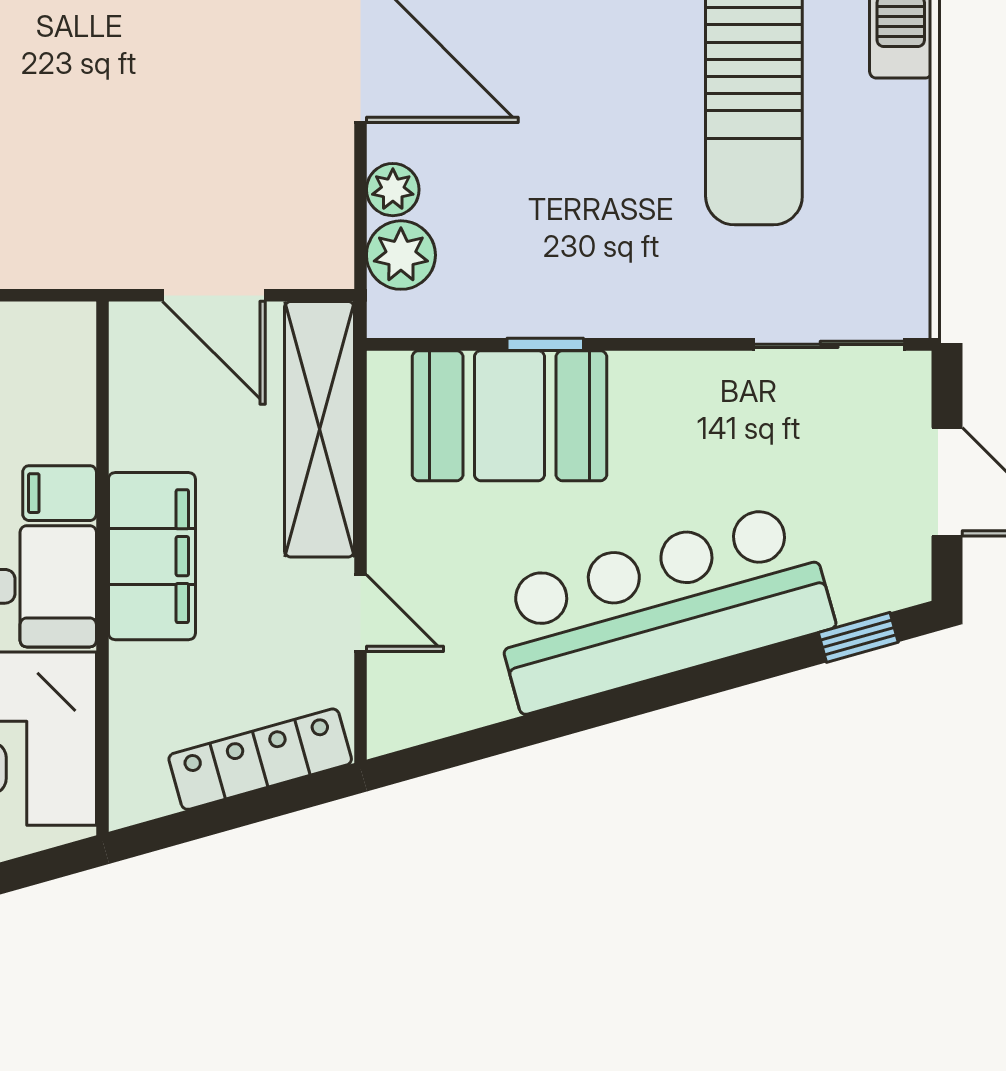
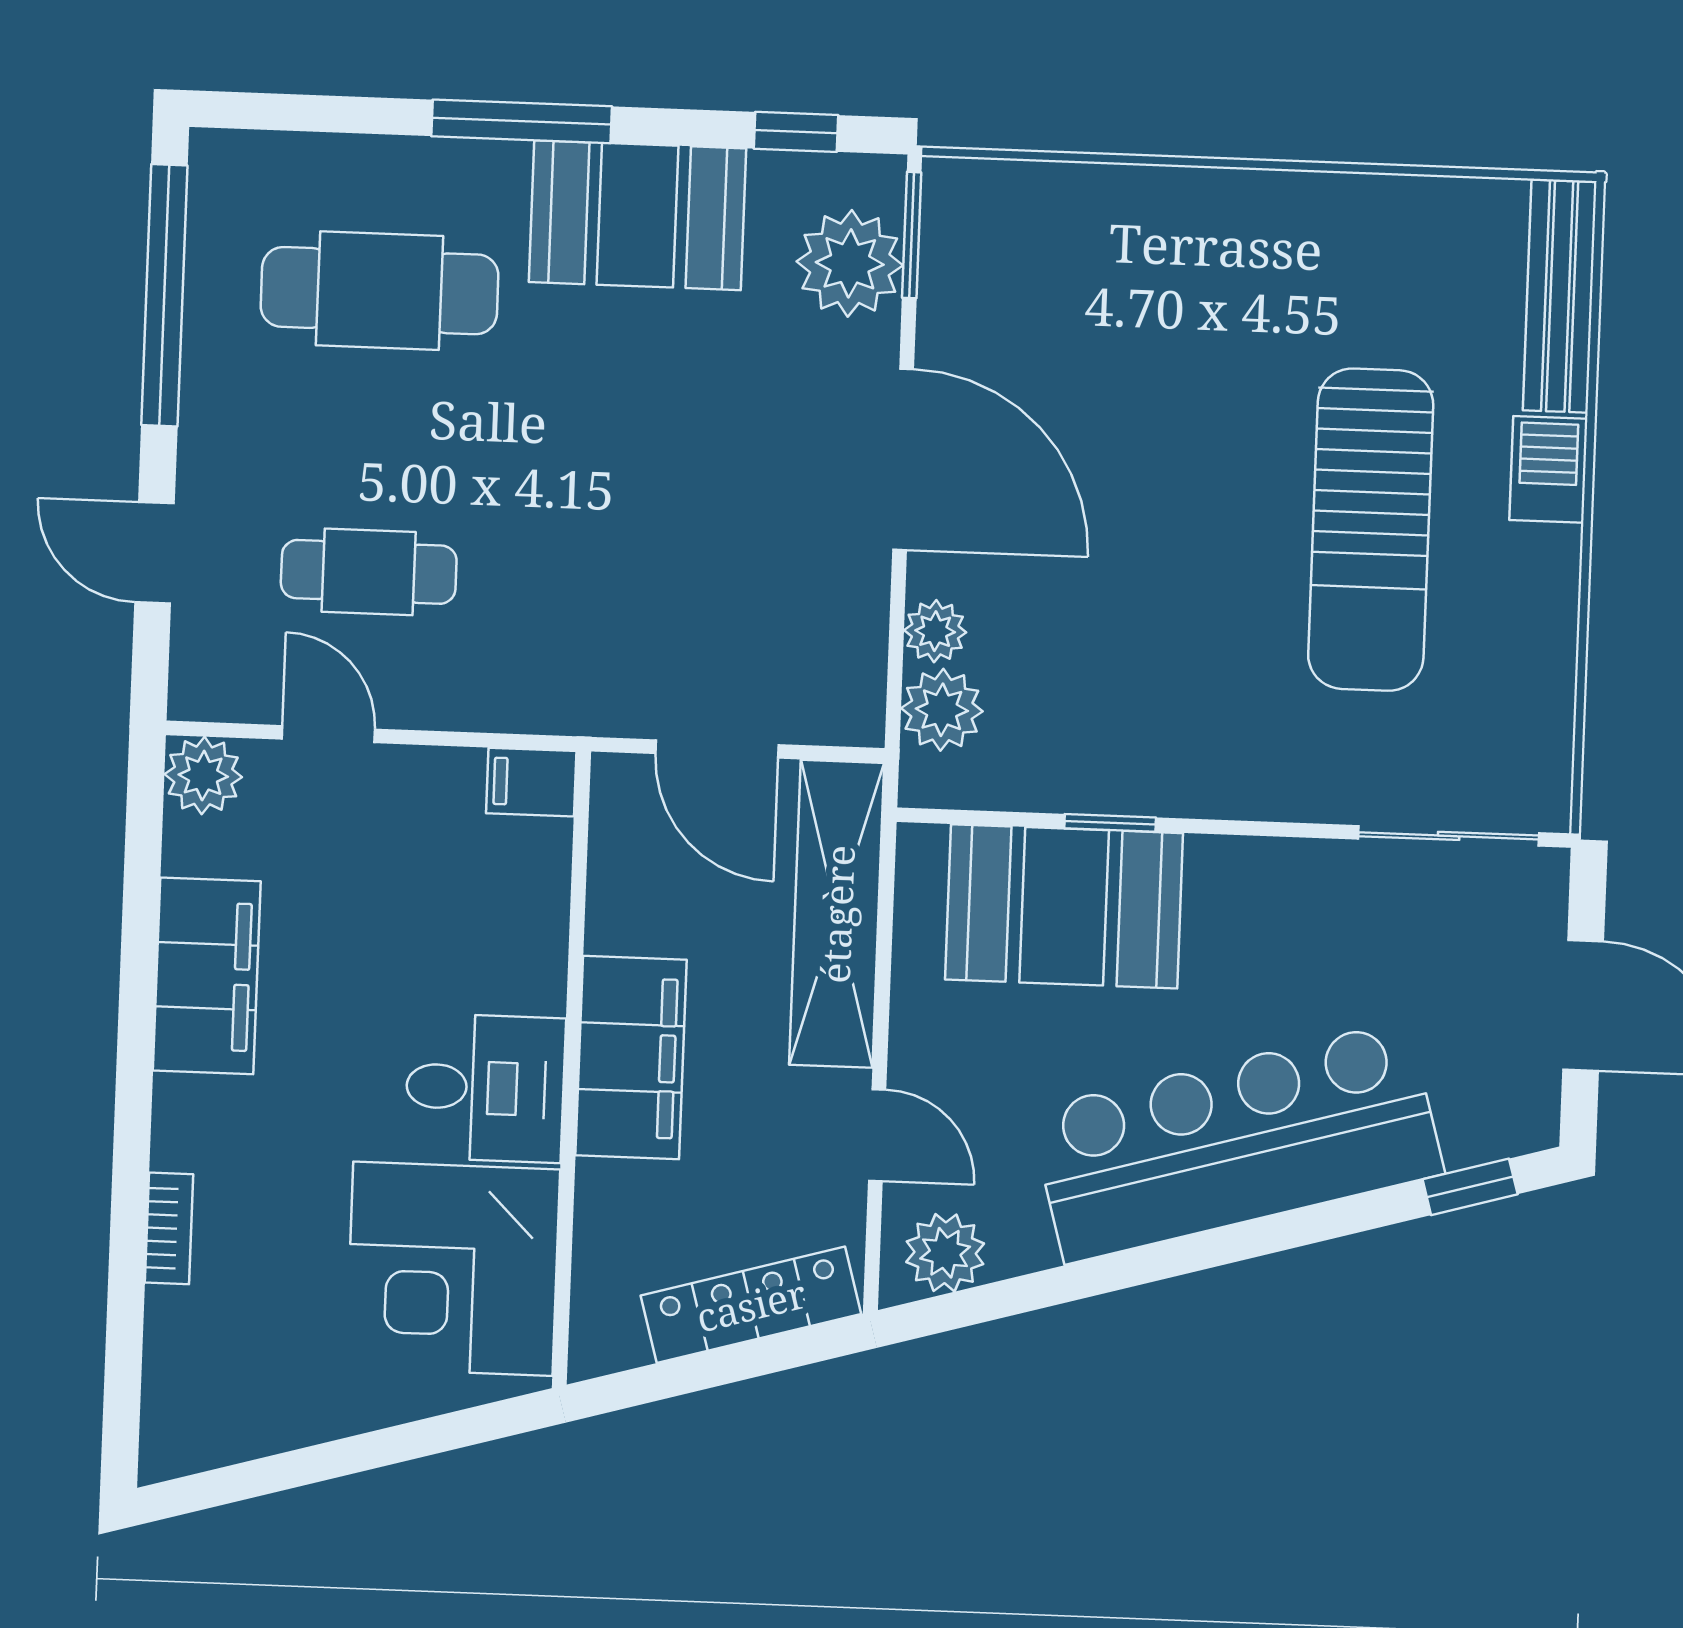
filing cabinet: (60, 493) -> (531, 782), moved
plant: (421, 709) -> (945, 1253), added

